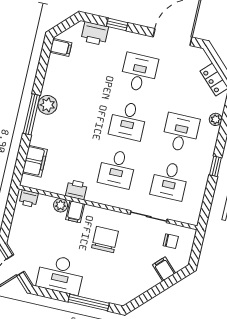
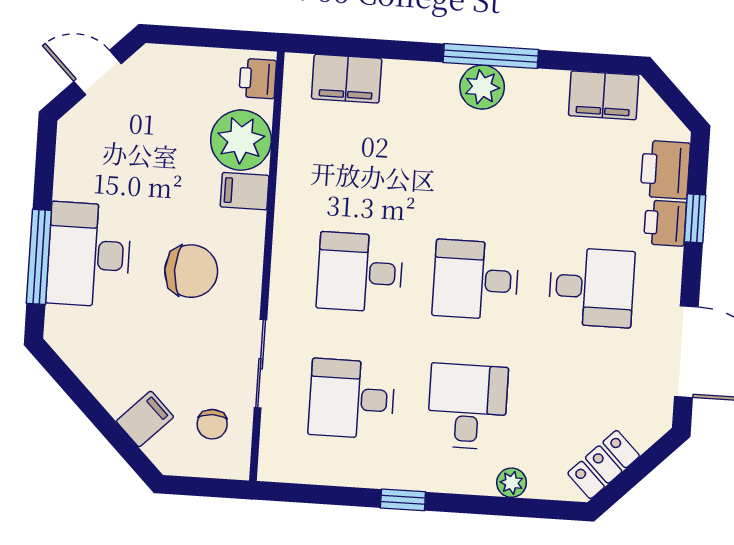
filing cabinet: (61, 47) -> (604, 95), width x2.00
window: (32, 114) -> (491, 56), moved
desk: (181, 133) -> (467, 406), turned -90
printer: (76, 190) -> (665, 223), moved, turned 180
plant: (61, 205) -> (241, 140), width x1.87, depth x1.87
desk: (61, 274) -> (89, 255), moved

